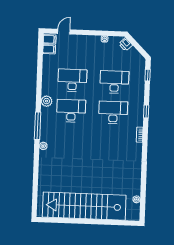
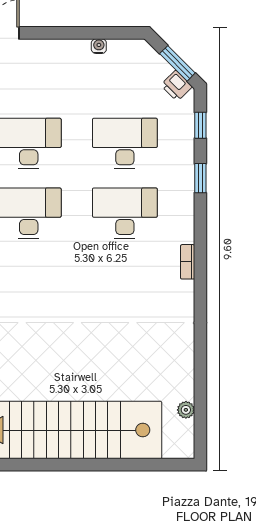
printer: (126, 44) -> (176, 86), moved
window: (139, 48) -> (177, 63), added
window: (146, 111) -> (200, 178), moved

